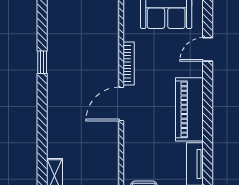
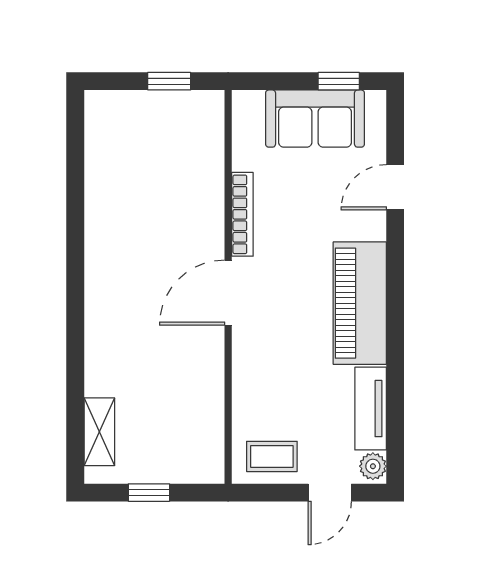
window: (42, 62) -> (75, 212), removed

